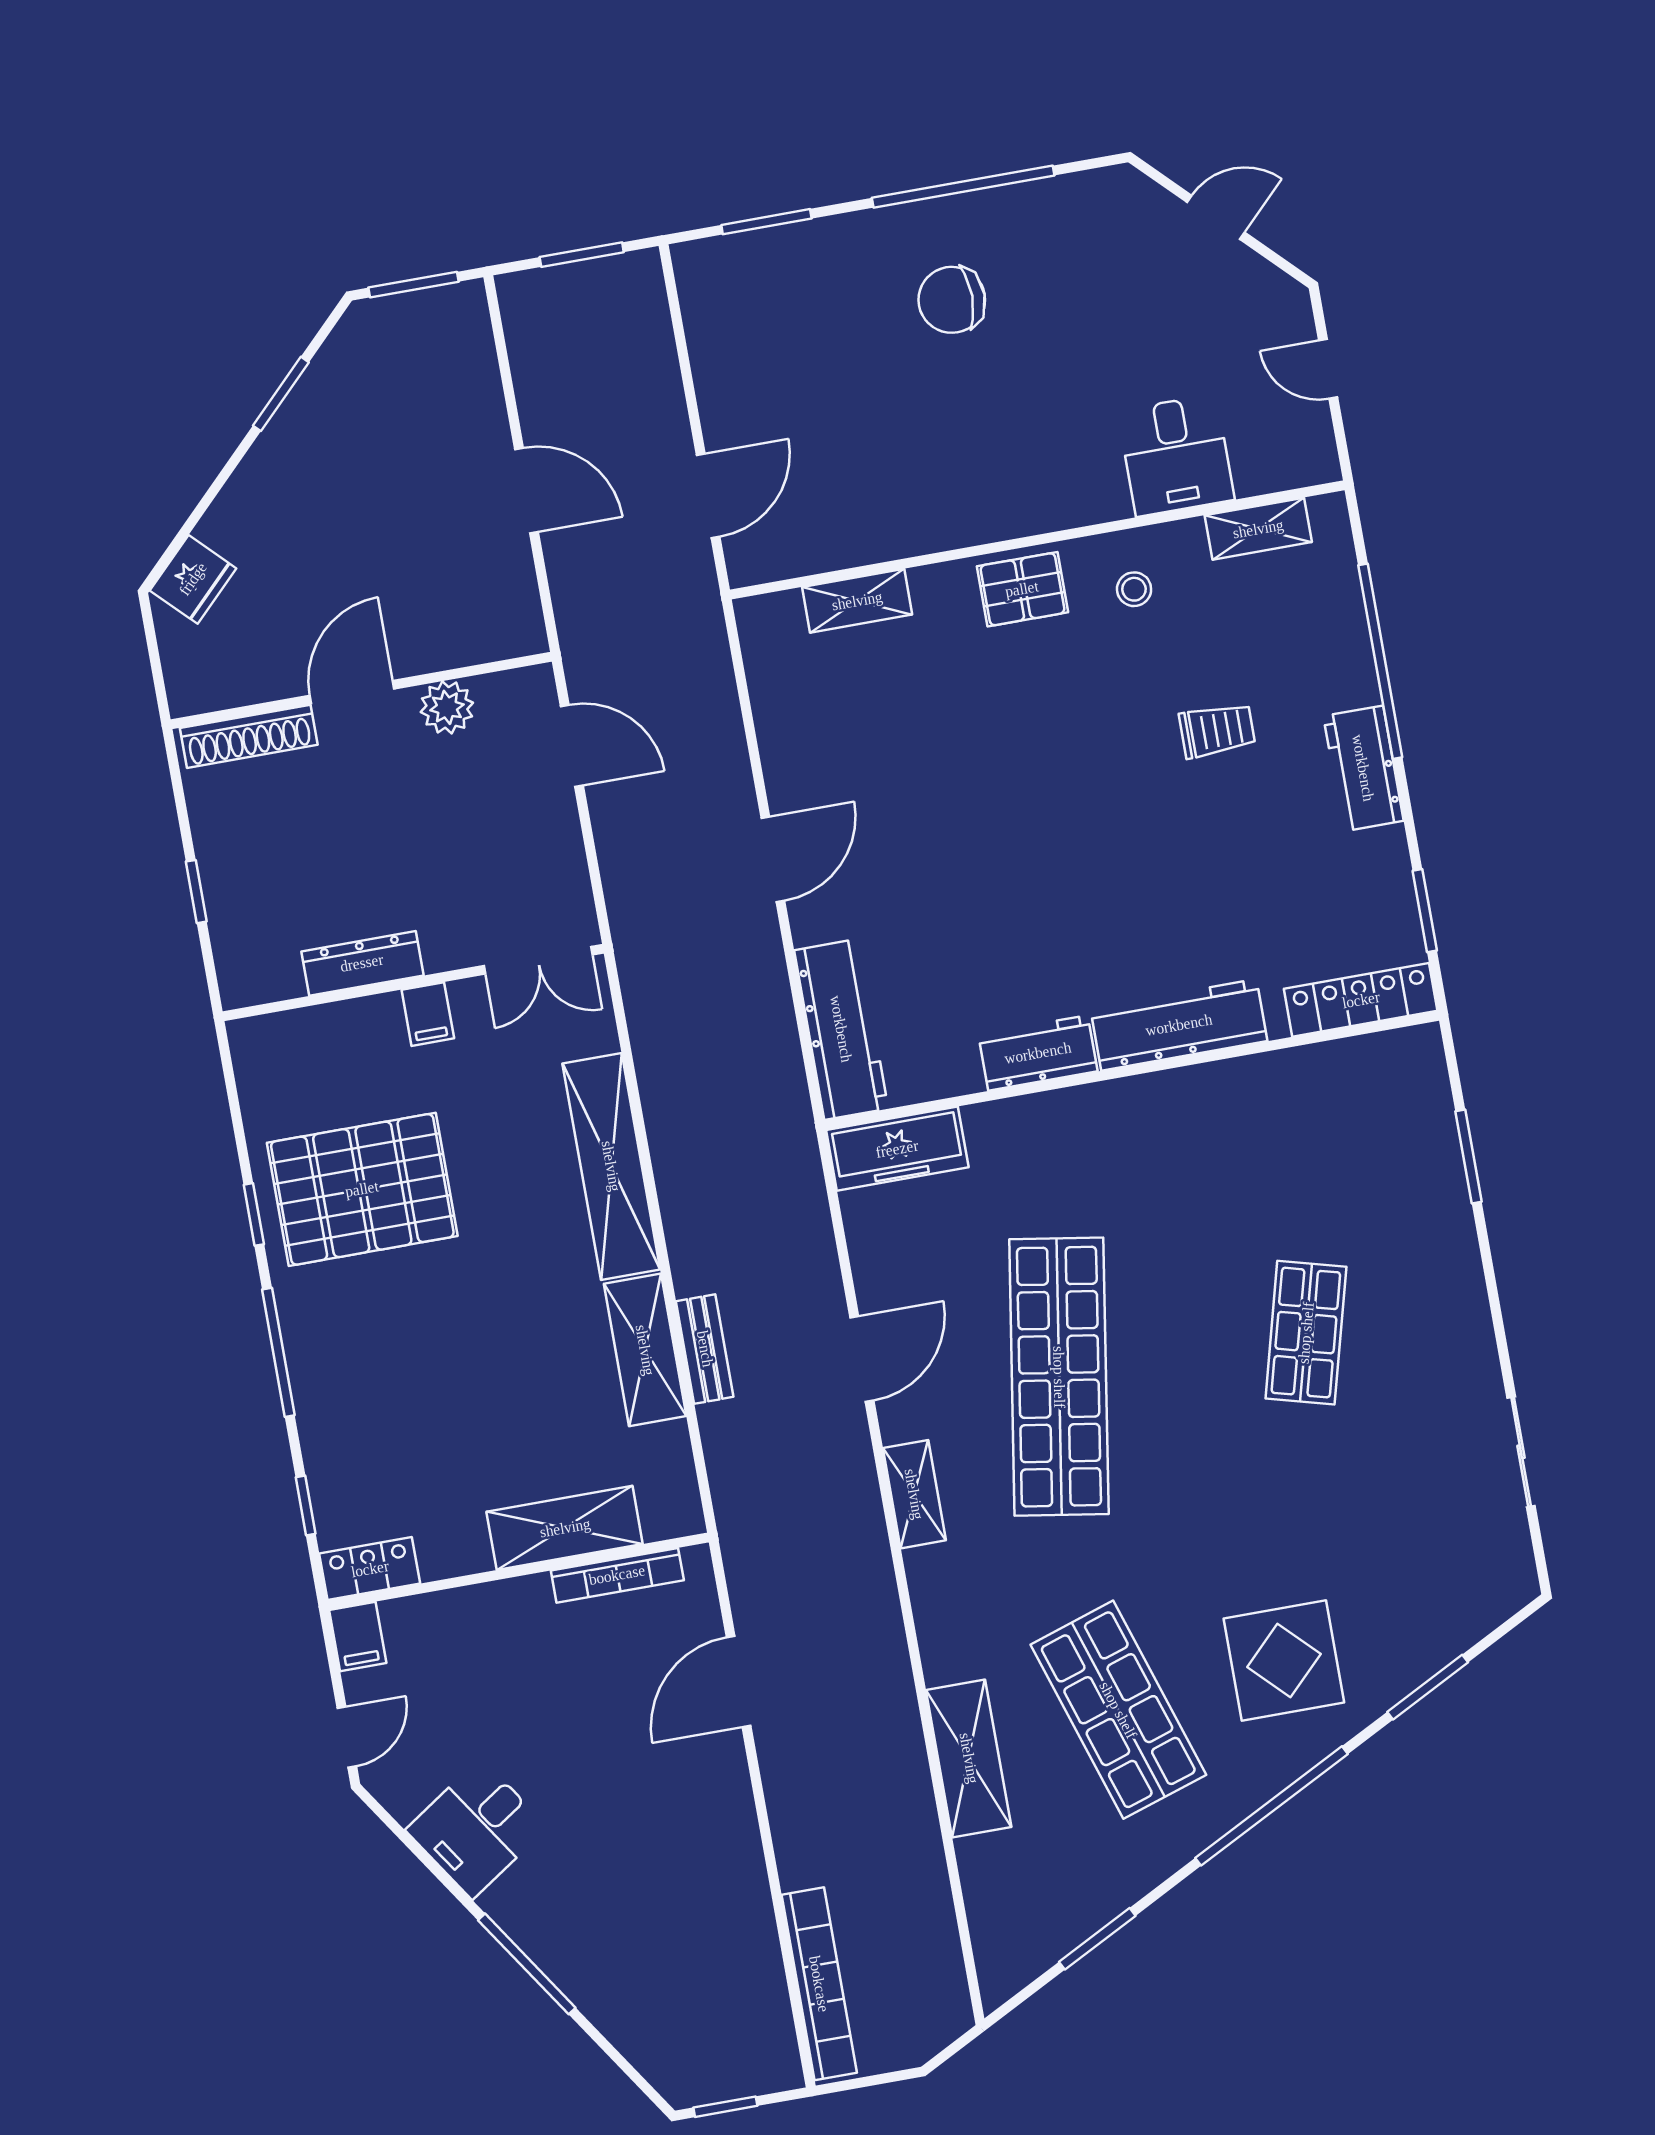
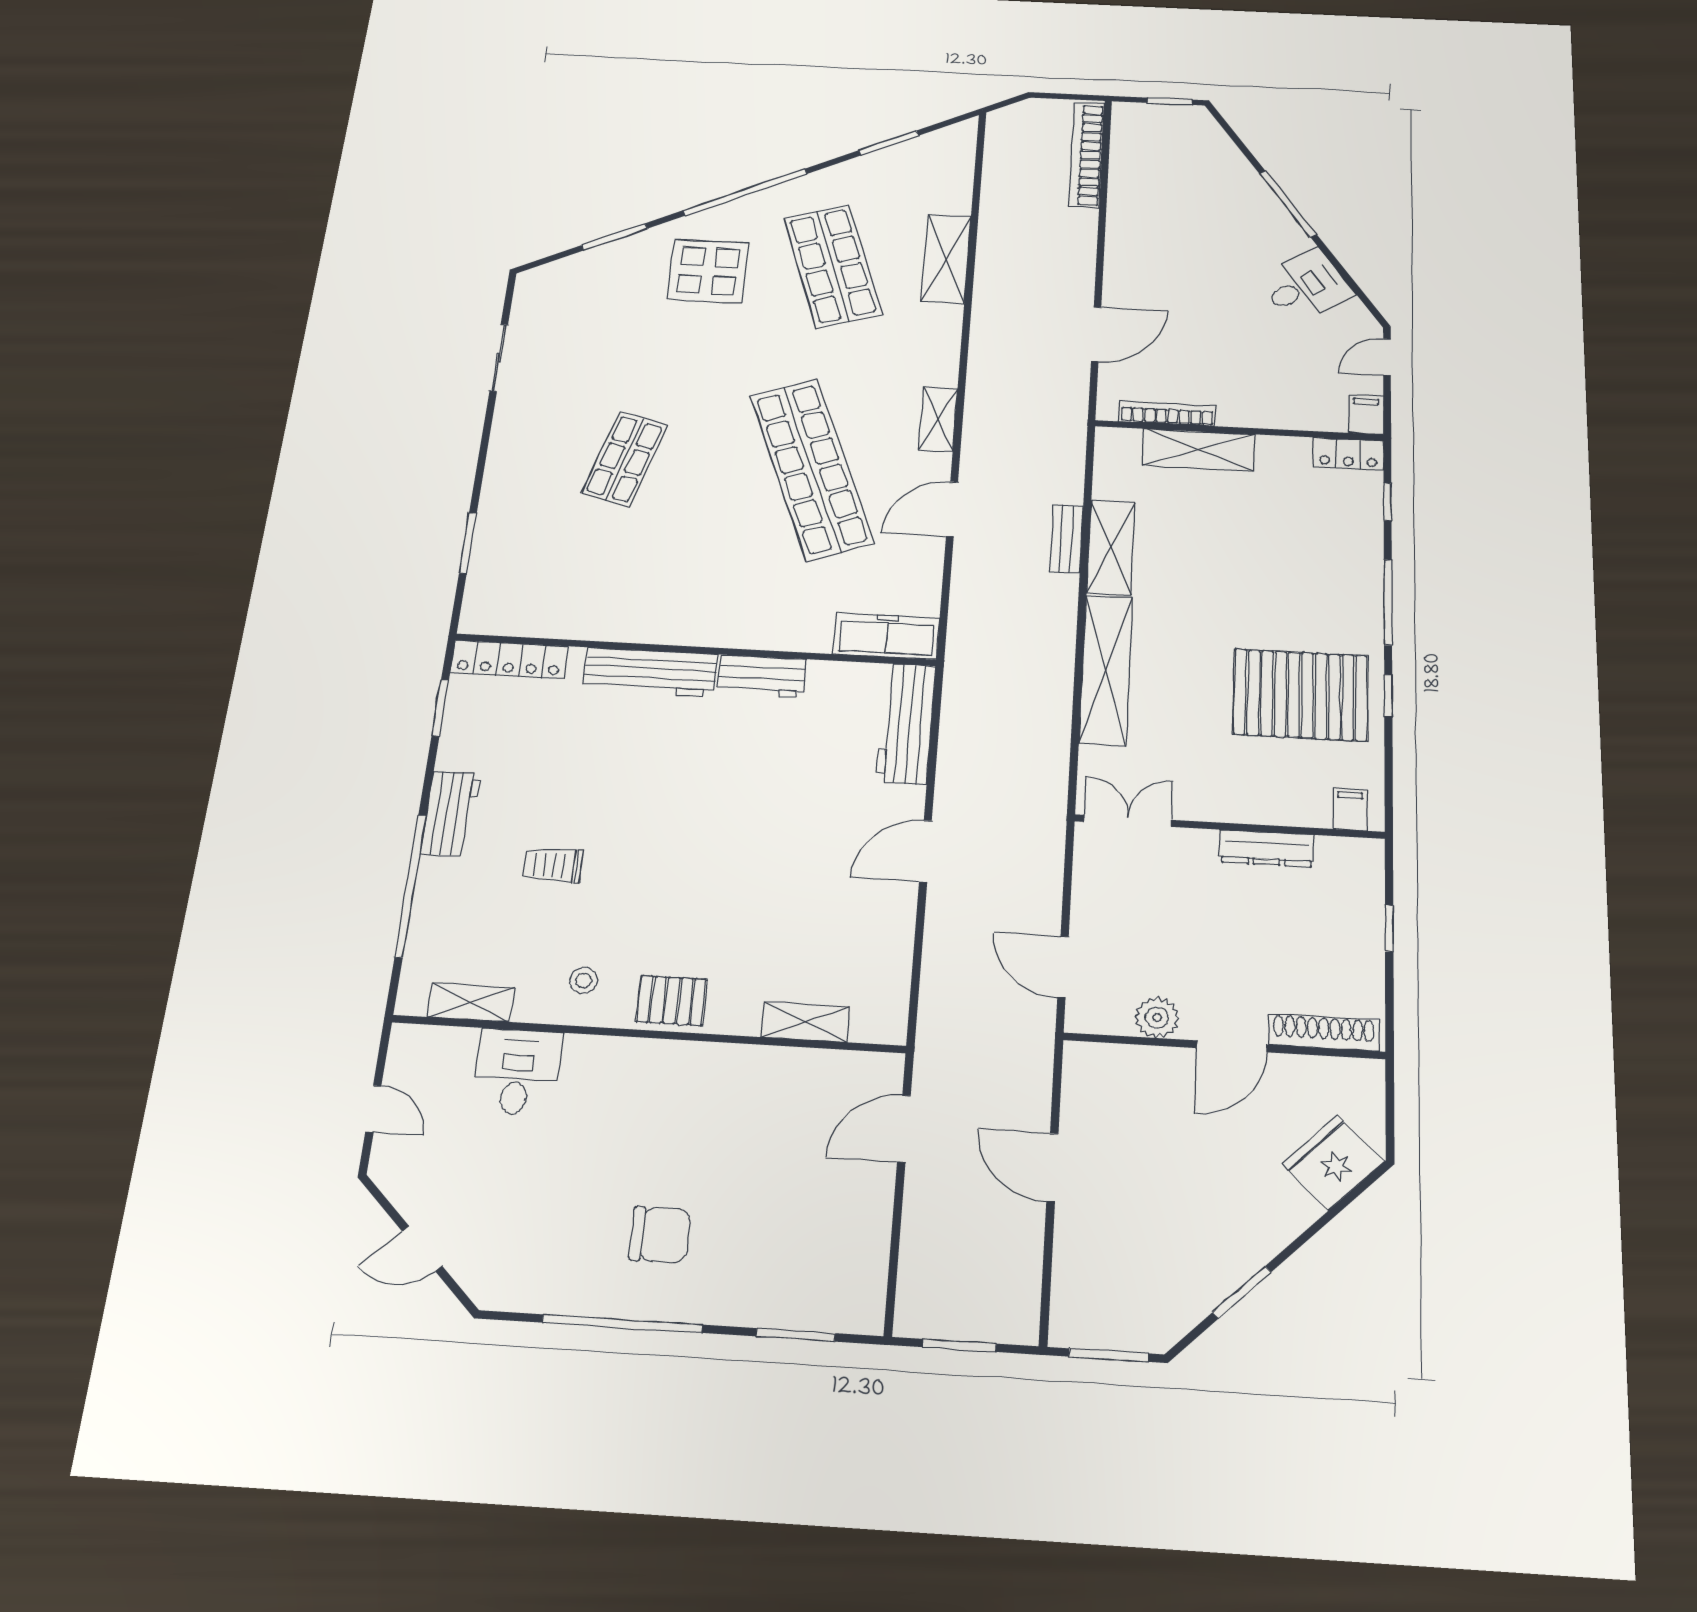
fridge: (193, 579) -> (1333, 1163), width x1.36, depth x1.34
filing cabinet: (428, 1014) -> (1350, 809), moved
shop shelf: (1059, 1377) -> (812, 469), turned -30

